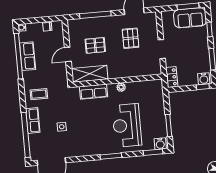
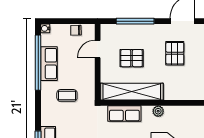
door: (68, 54) -> (98, 49), moved
shelving: (90, 74) -> (132, 92), width x1.47
coffee table: (39, 94) -> (67, 95), moved

